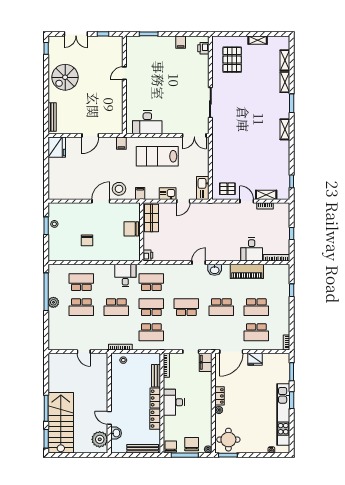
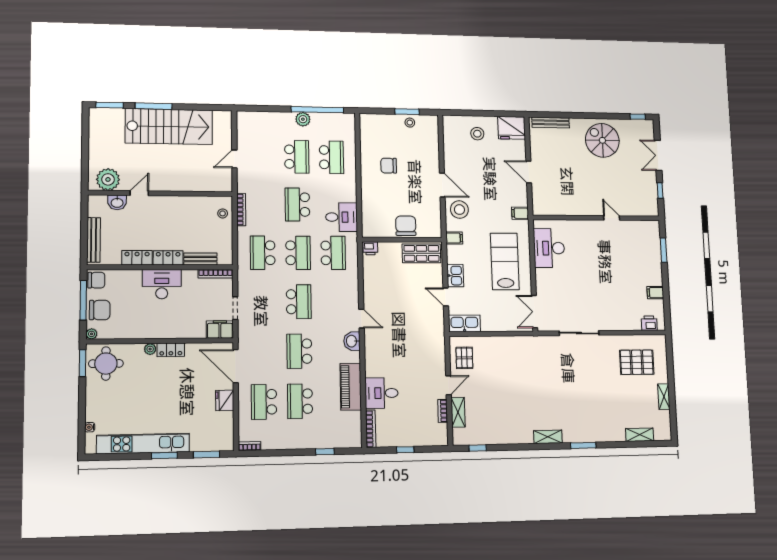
shelving: (285, 82) -> (611, 435), removed
stool: (62, 173) -> (477, 134), added
school desk: (81, 307) -> (297, 157), turned 180
stairs: (61, 423) -> (169, 126), moved

